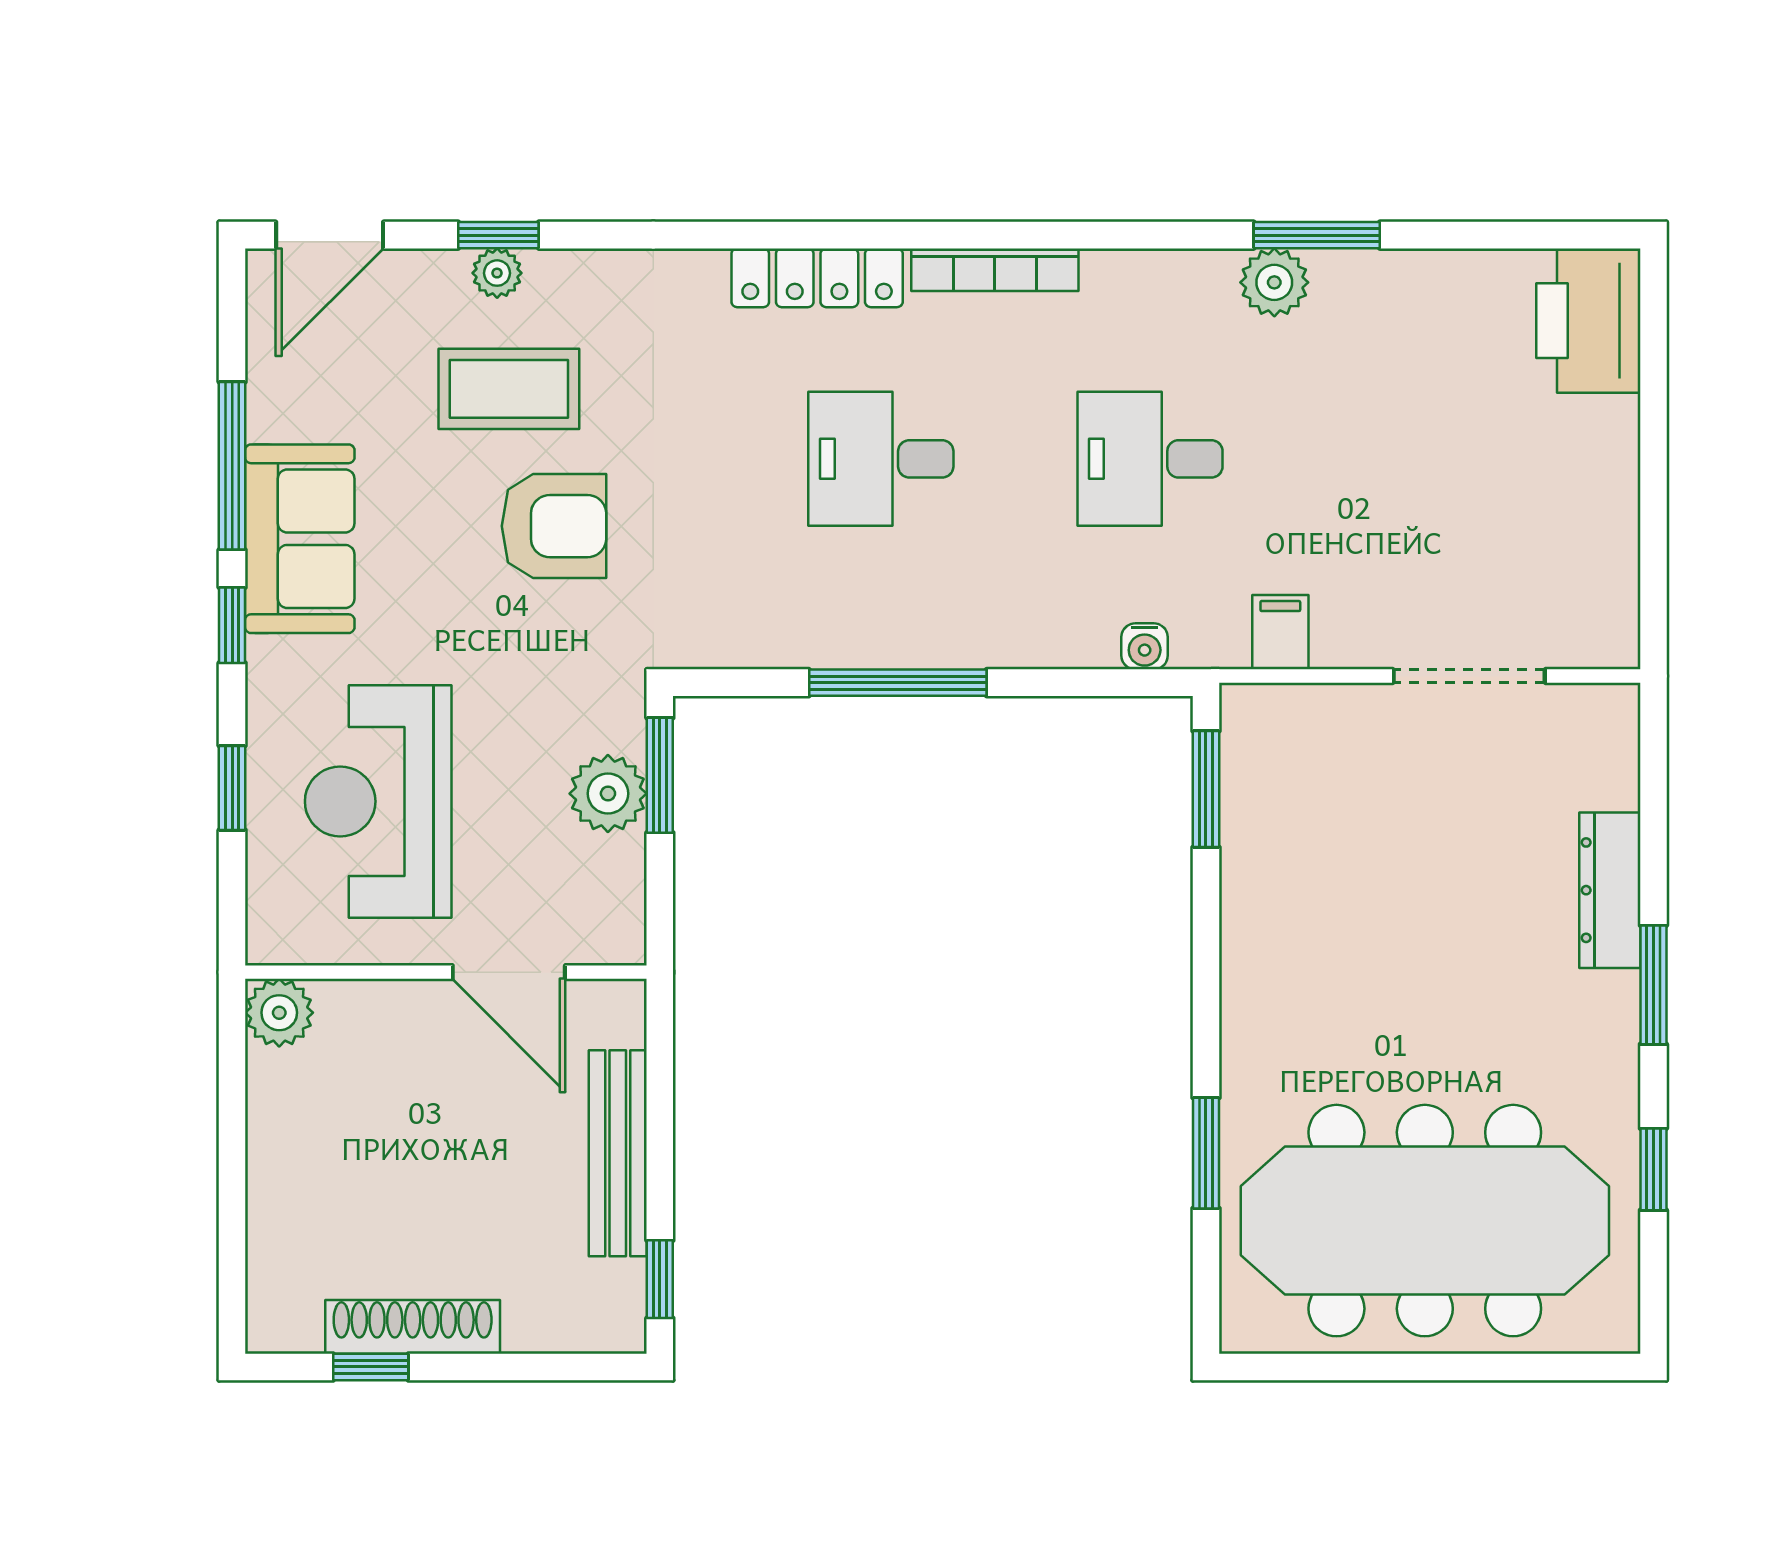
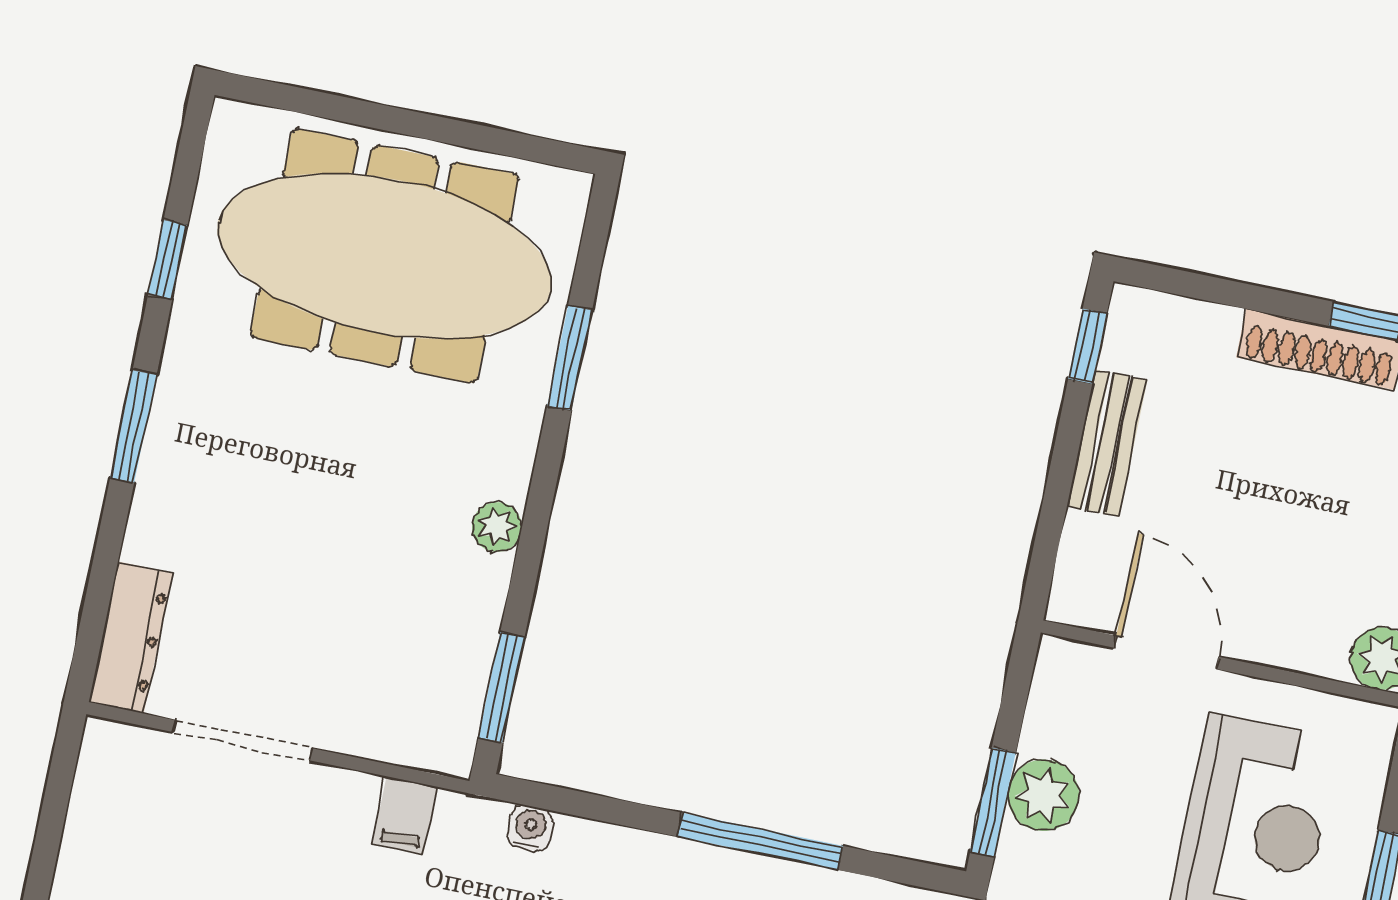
dresser: (1610, 890) -> (131, 638), moved
plant: (1246, 958) -> (497, 527), added
bench: (618, 1153) -> (1107, 443), width x0.73

